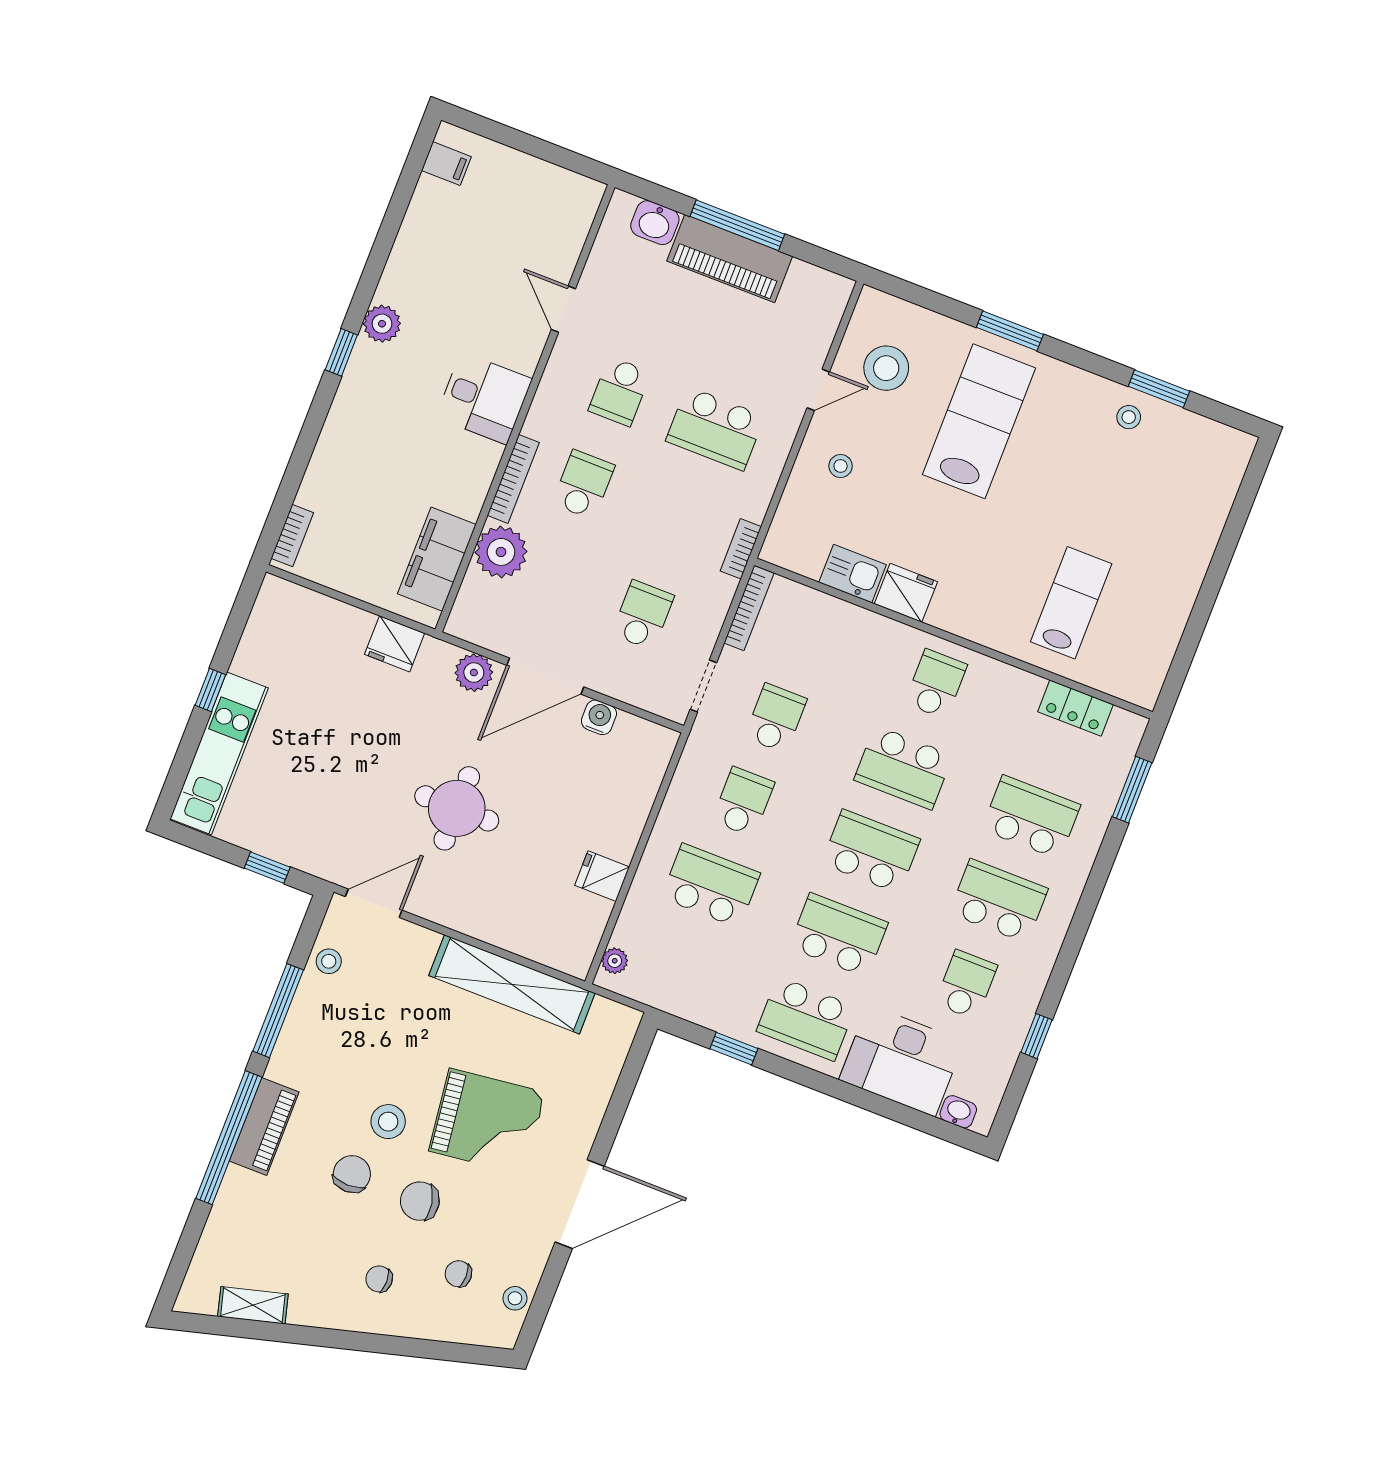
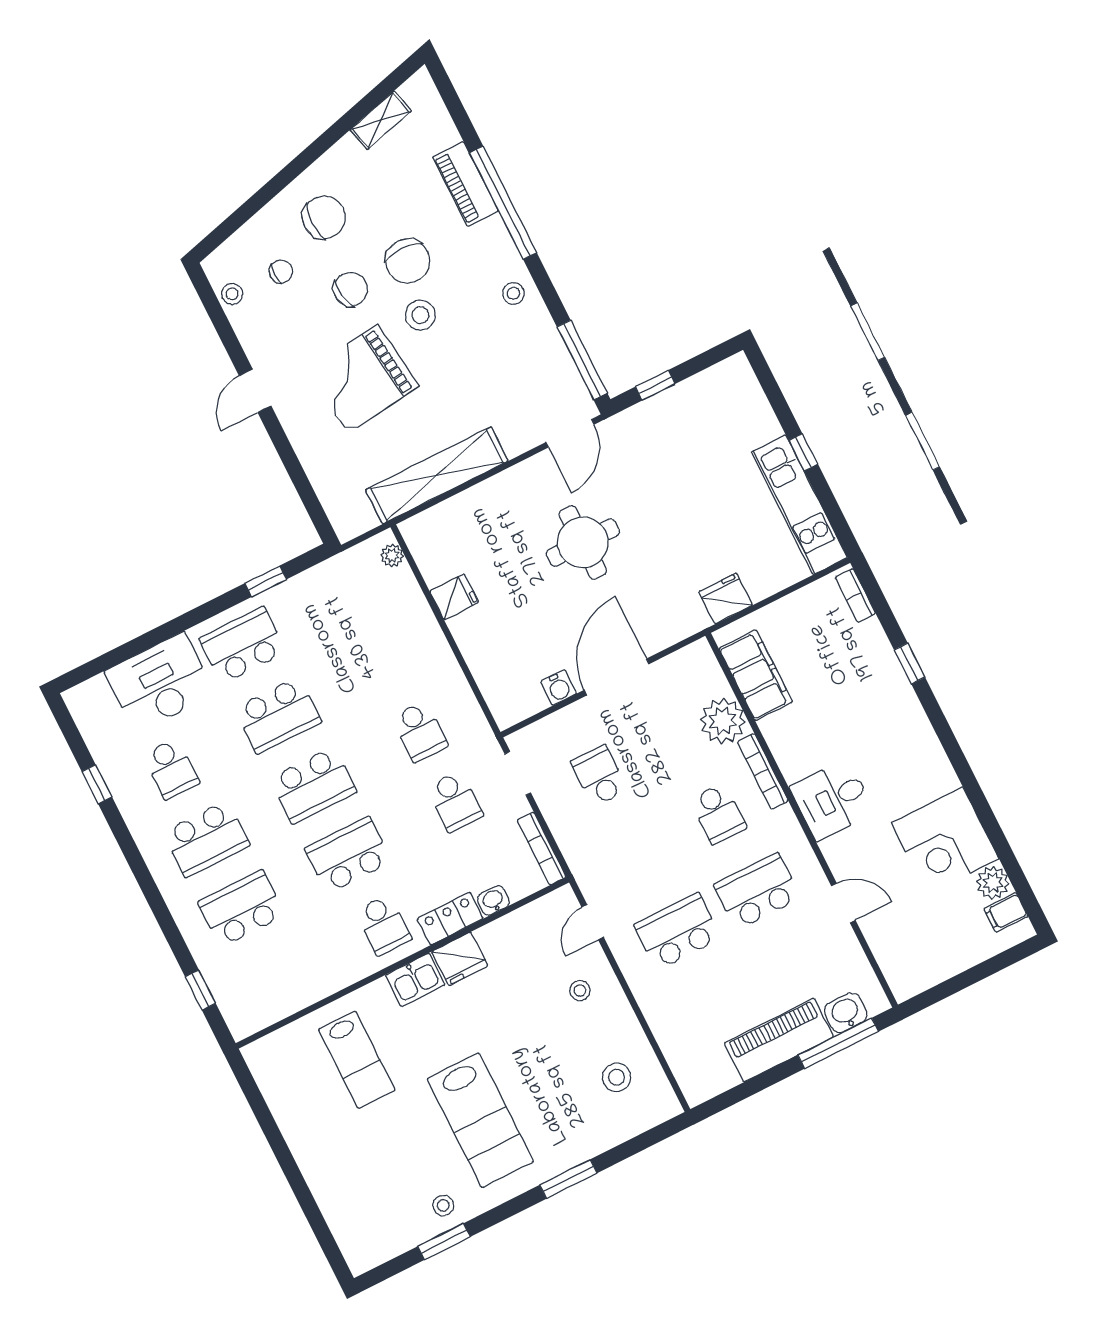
window: (737, 225) -> (838, 1043), moved
corner desk: (432, 270) -> (945, 841), added
plant: (382, 324) -> (993, 883), moved
window: (341, 352) -> (909, 664), moved
stool: (886, 368) -> (617, 1077), width x0.73, depth x0.73
door: (818, 390) -> (593, 922), moved
school desk: (620, 391) -> (757, 891), width x1.85
lab bench: (979, 421) -> (480, 1120), moved
bookcase: (741, 549) -> (585, 878), removed
kitchen sink: (853, 574) -> (415, 980), moved
school desk: (643, 615) -> (599, 776), turned 180
plant: (474, 673) -> (661, 633), removed
locker: (1076, 708) -> (450, 919), moved
kitchen unit: (219, 753) -> (799, 505), moved
window: (1132, 790) -> (200, 990), width x0.67
school desk: (1031, 817) -> (242, 909), turned 180
school desk: (711, 886) -> (385, 662), removed
stool: (329, 961) -> (514, 293), moved
window: (278, 1011) -> (582, 360), moved
washbasin: (958, 1112) -> (493, 900), moved, turned 180
piano: (264, 1126) -> (465, 184), moved
chair: (352, 1174) -> (408, 261), width x1.37, depth x1.37
door: (580, 1204) -> (255, 391), width x0.53
chair: (379, 1279) -> (324, 217), width x1.87, depth x1.87

